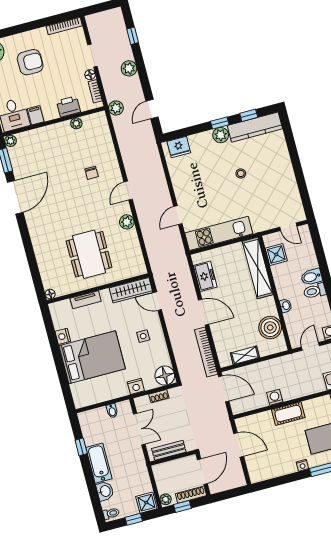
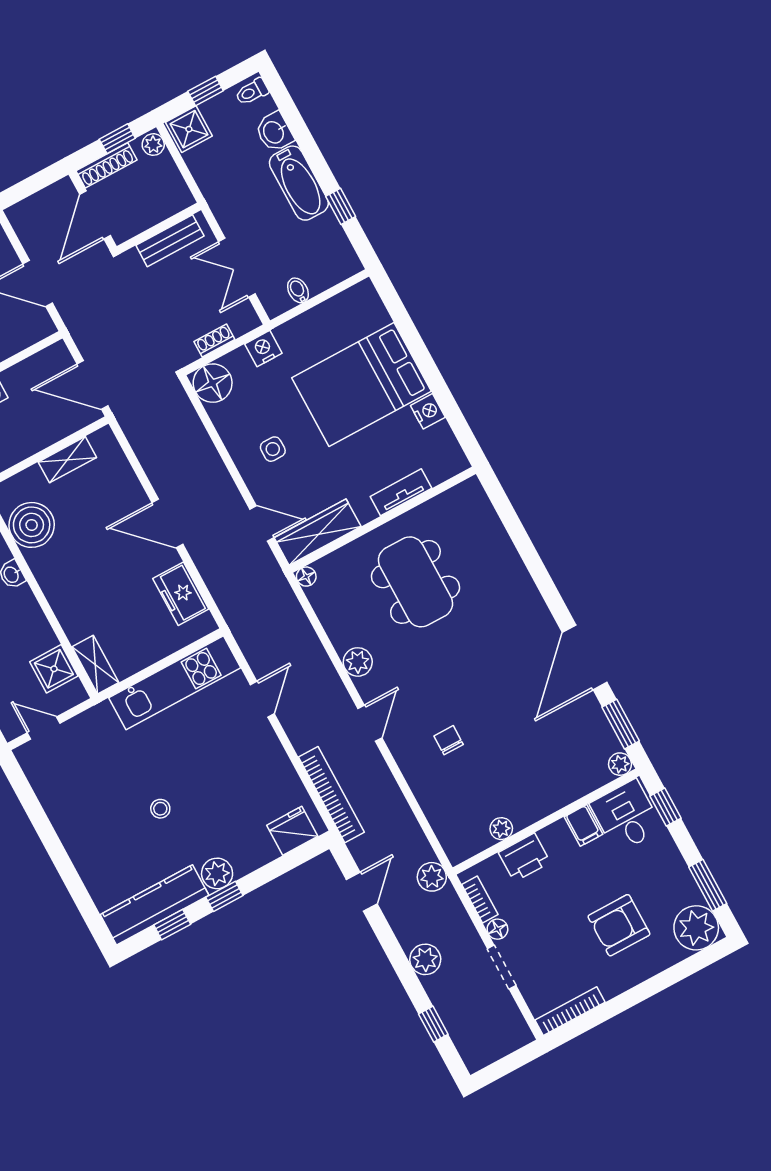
shelving: (258, 268) -> (95, 665), width x0.45, depth x0.75
floor lamp: (50, 294) -> (306, 577), moved
bookcase: (206, 352) -> (331, 795), moved

